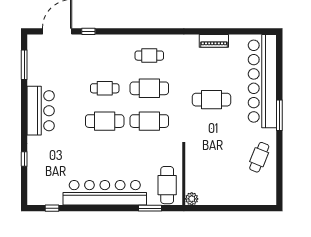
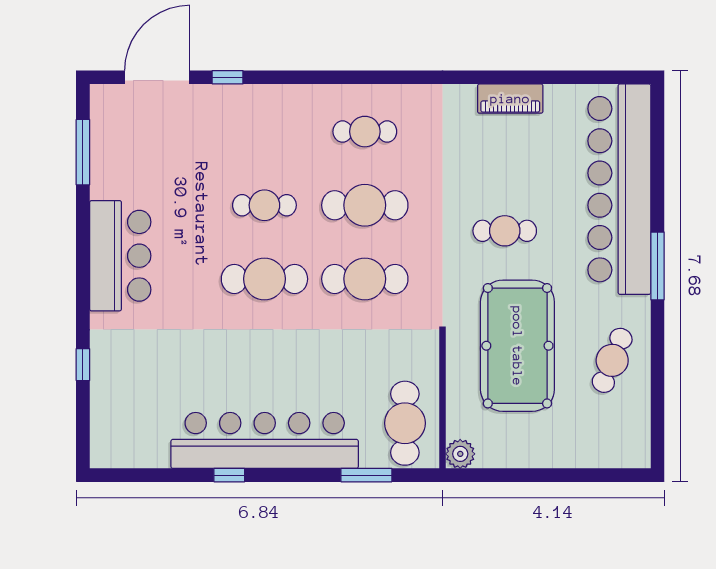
cafe table: (211, 100) -> (505, 231), width x0.73, depth x0.74
pool table: (217, 151) -> (517, 346), added
window: (52, 208) -> (229, 475), moved

